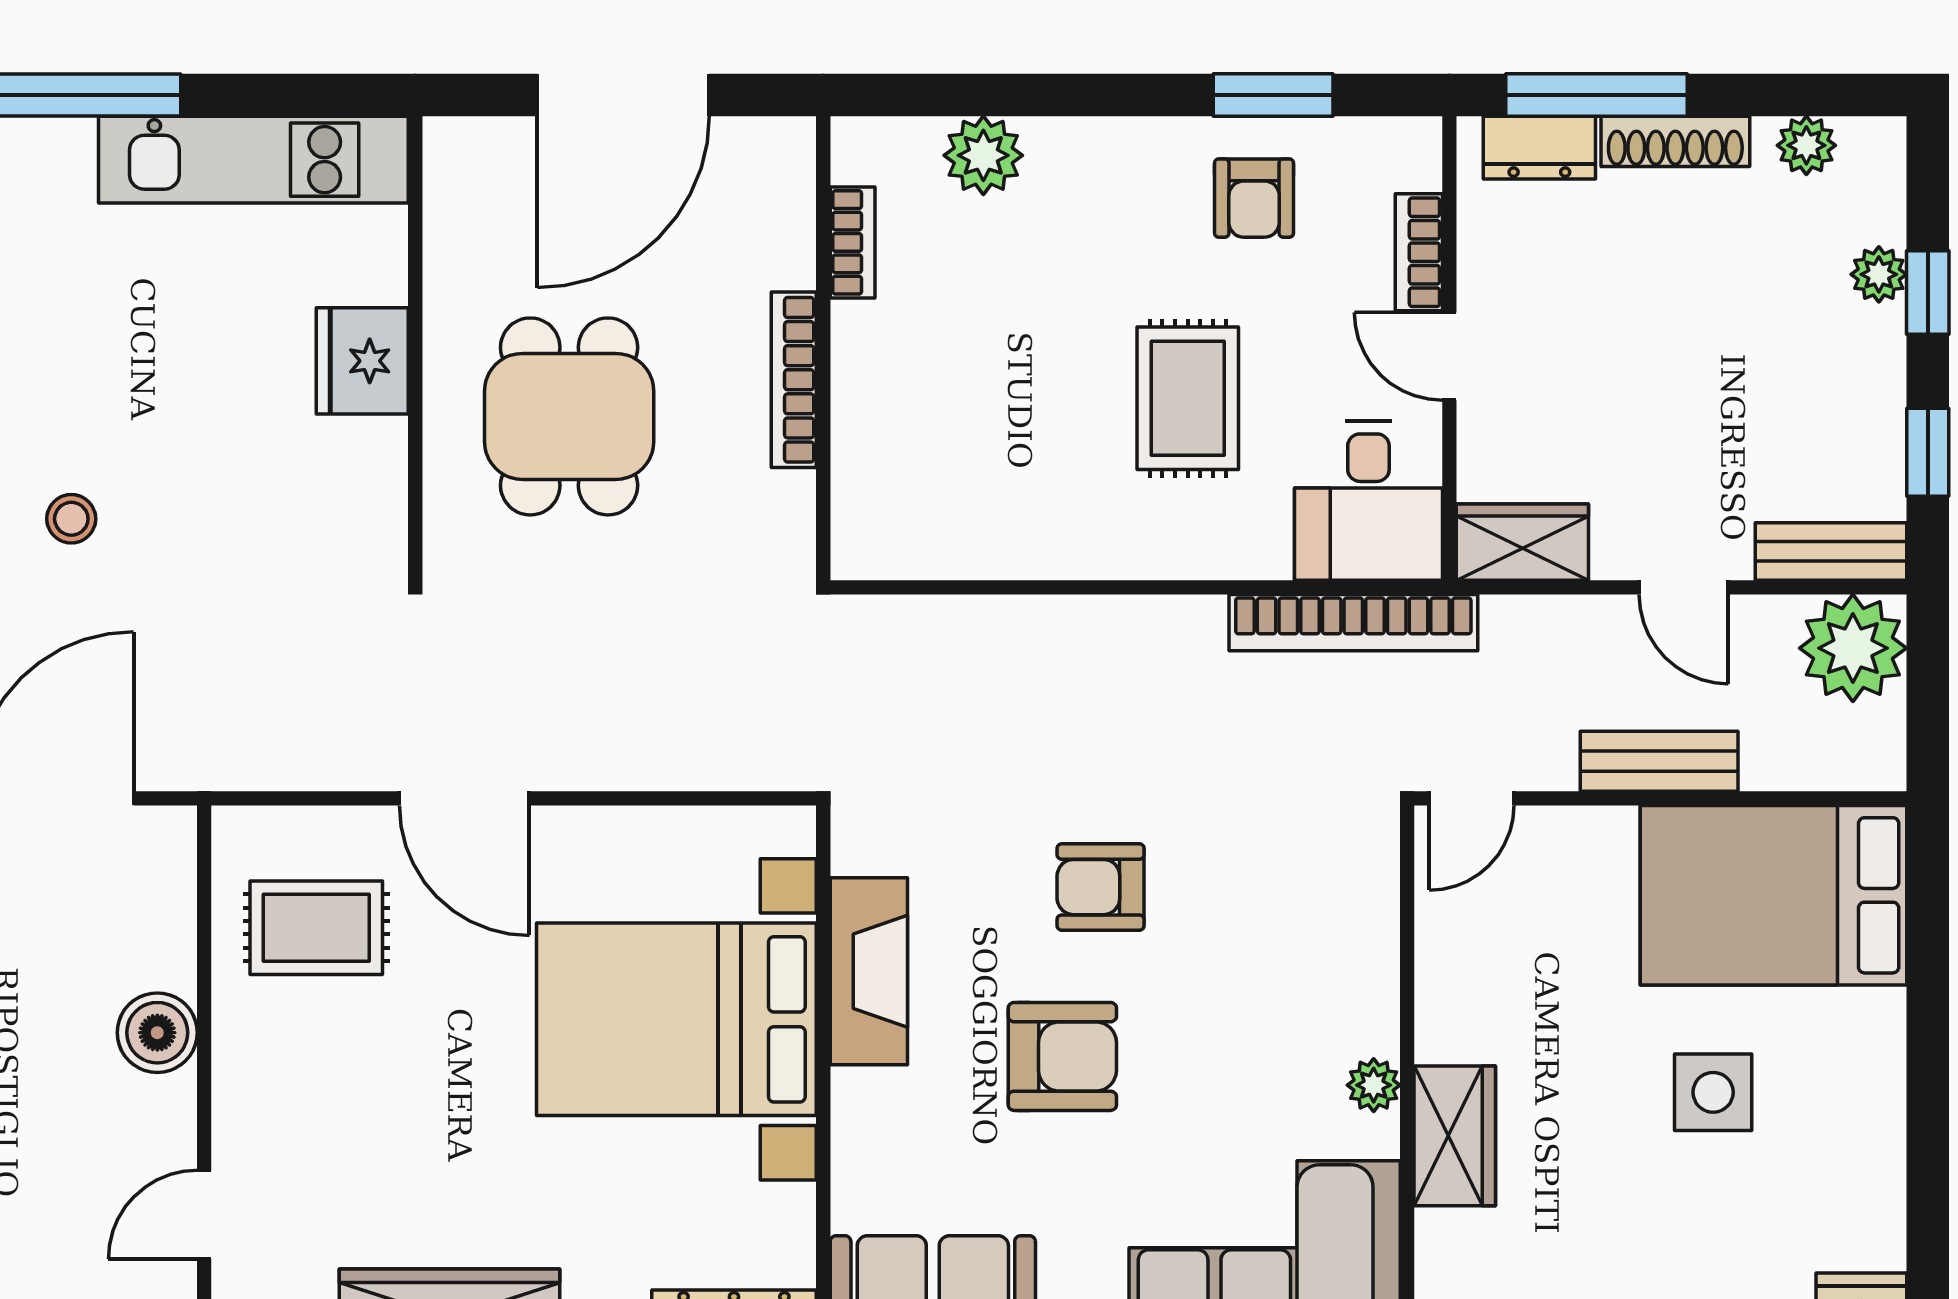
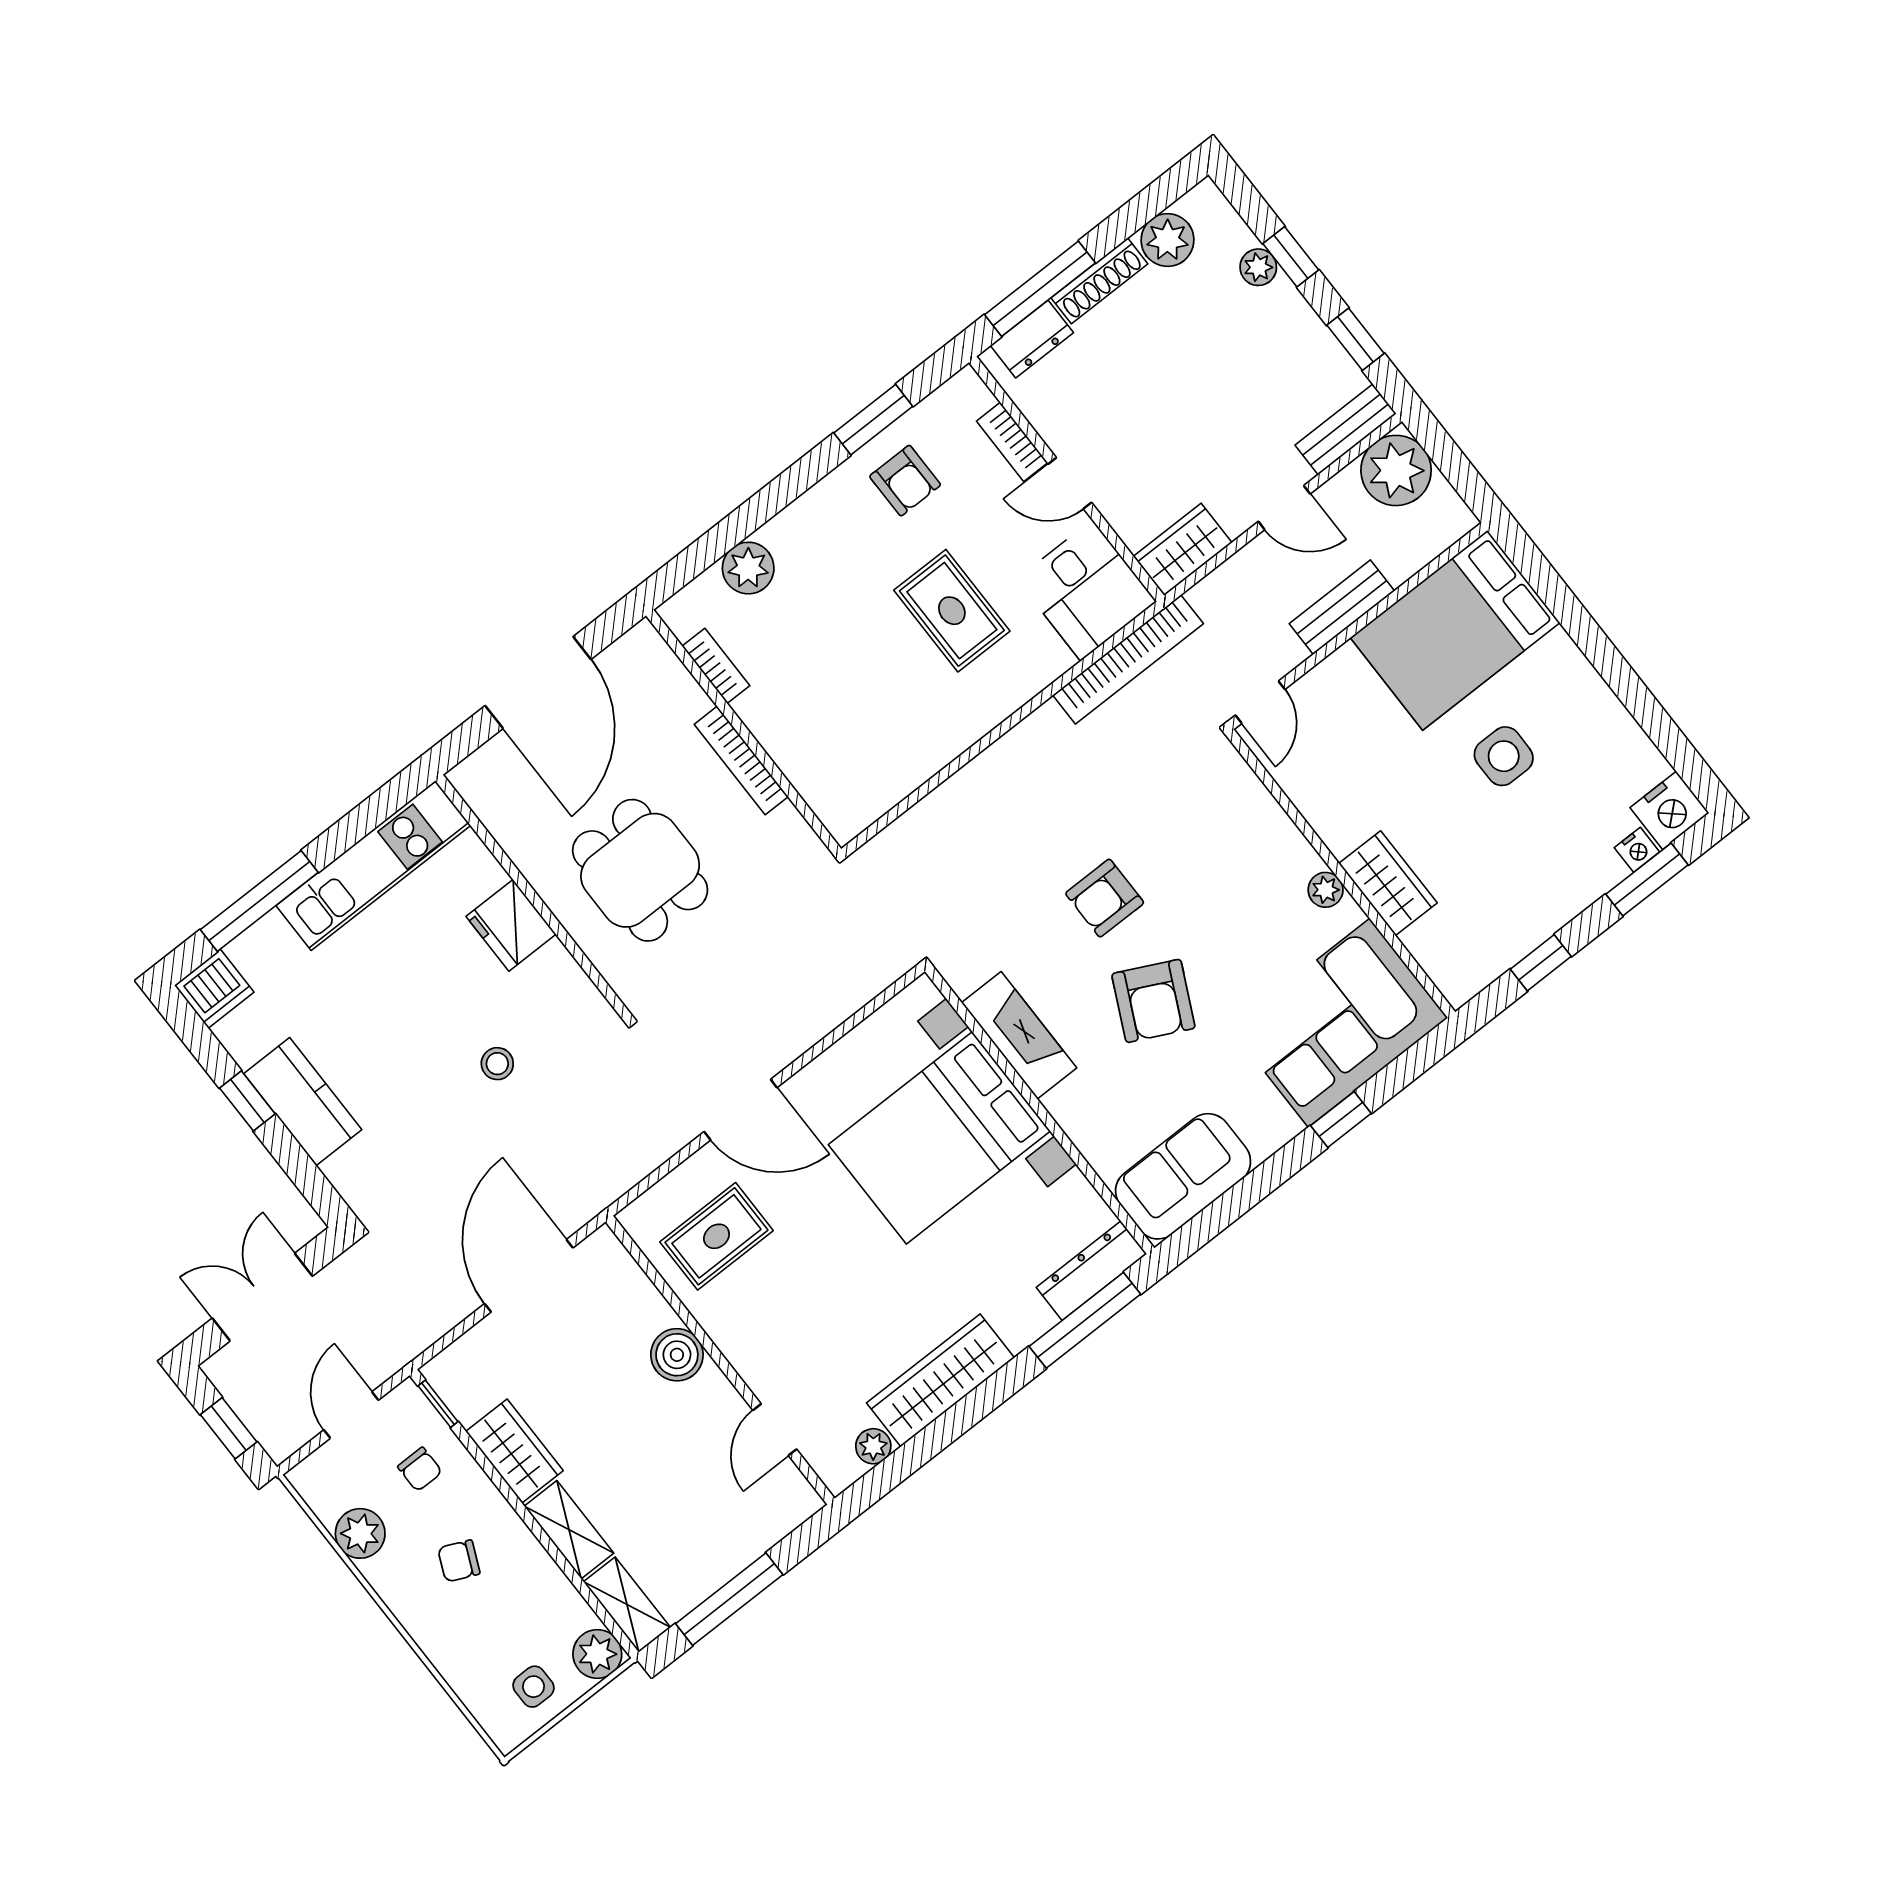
plant: (1806, 145) -> (1168, 240), width x1.38, depth x1.38
stool: (71, 519) -> (497, 1064), moved
armchair: (1062, 1056) -> (1153, 1001), turned 116

